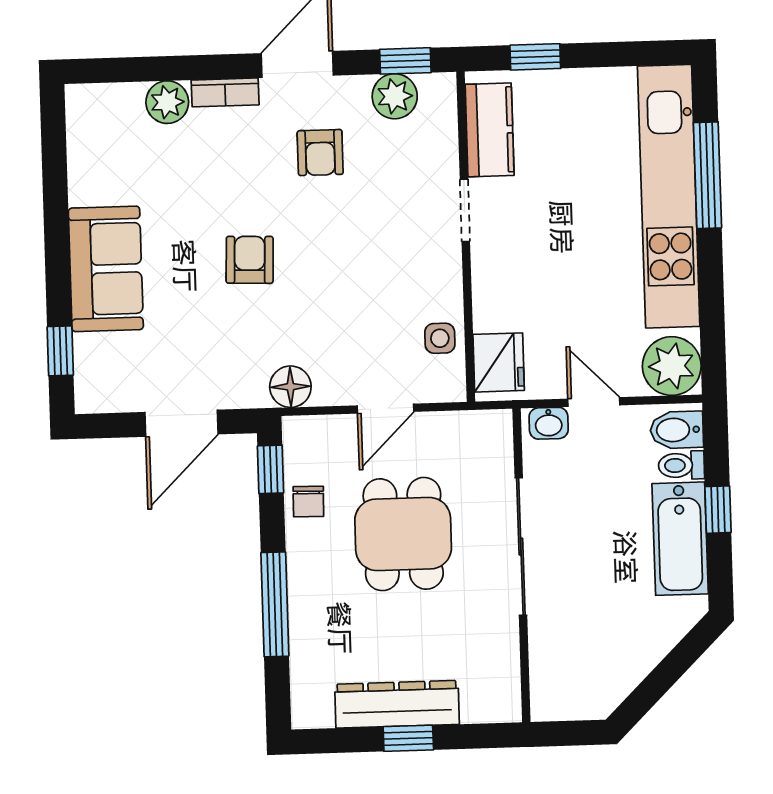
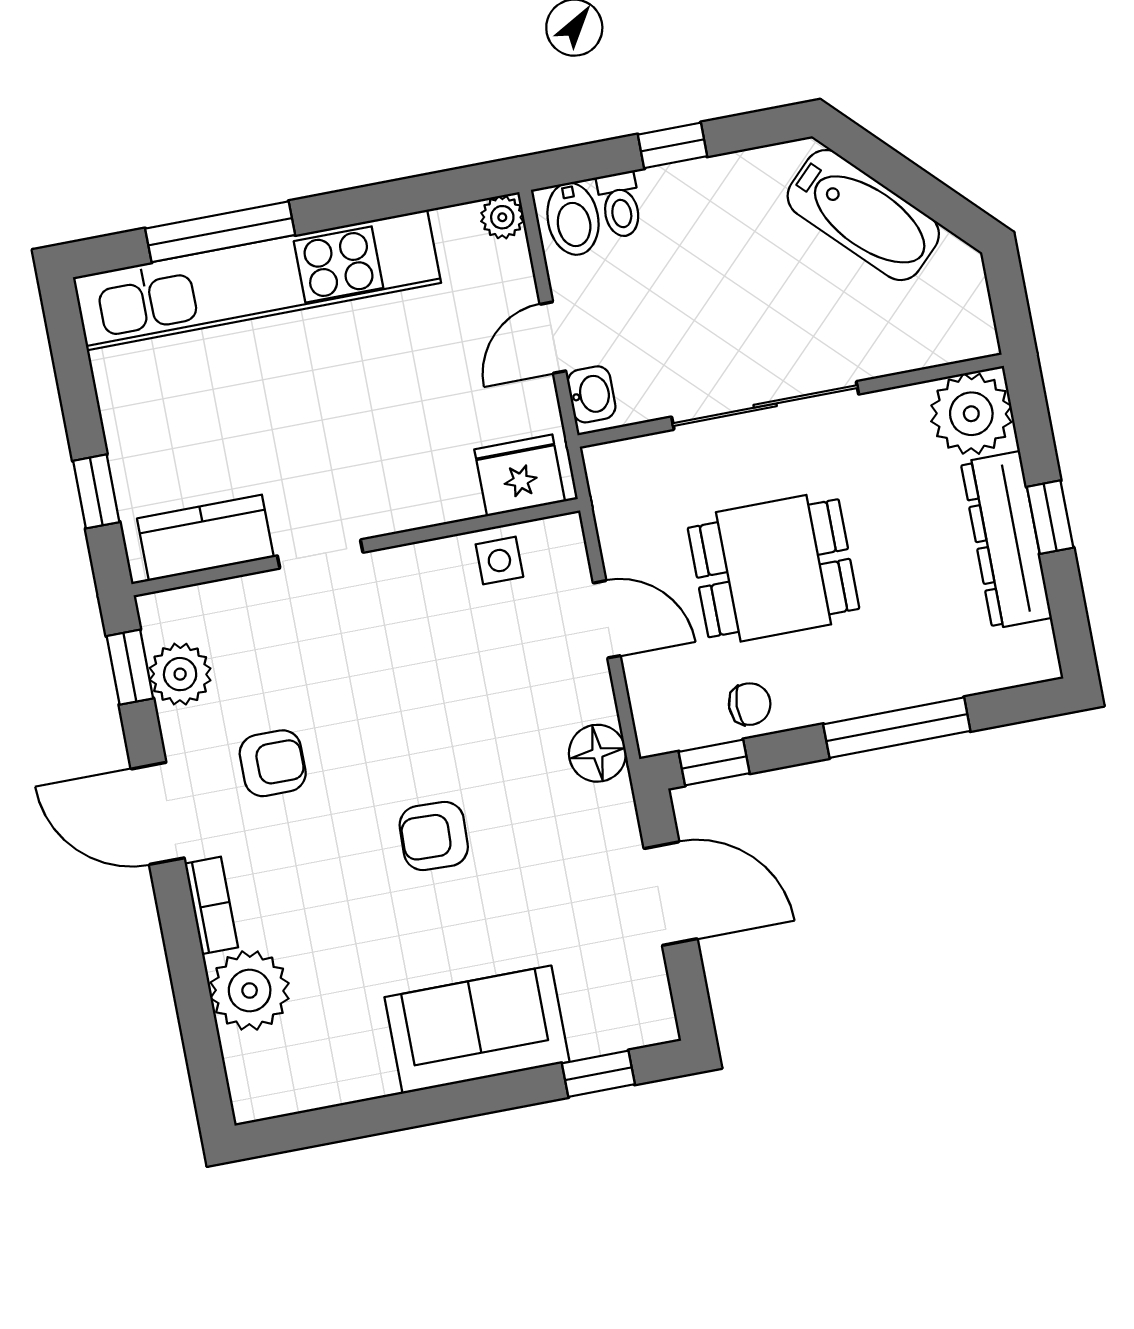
plant: (167, 102) -> (250, 991), width x1.36, depth x1.36
plant: (672, 366) -> (502, 217), width x0.53, depth x0.53
bathtub: (680, 539) -> (863, 215), moved, turned 45
plant: (492, 694) -> (971, 414), added

